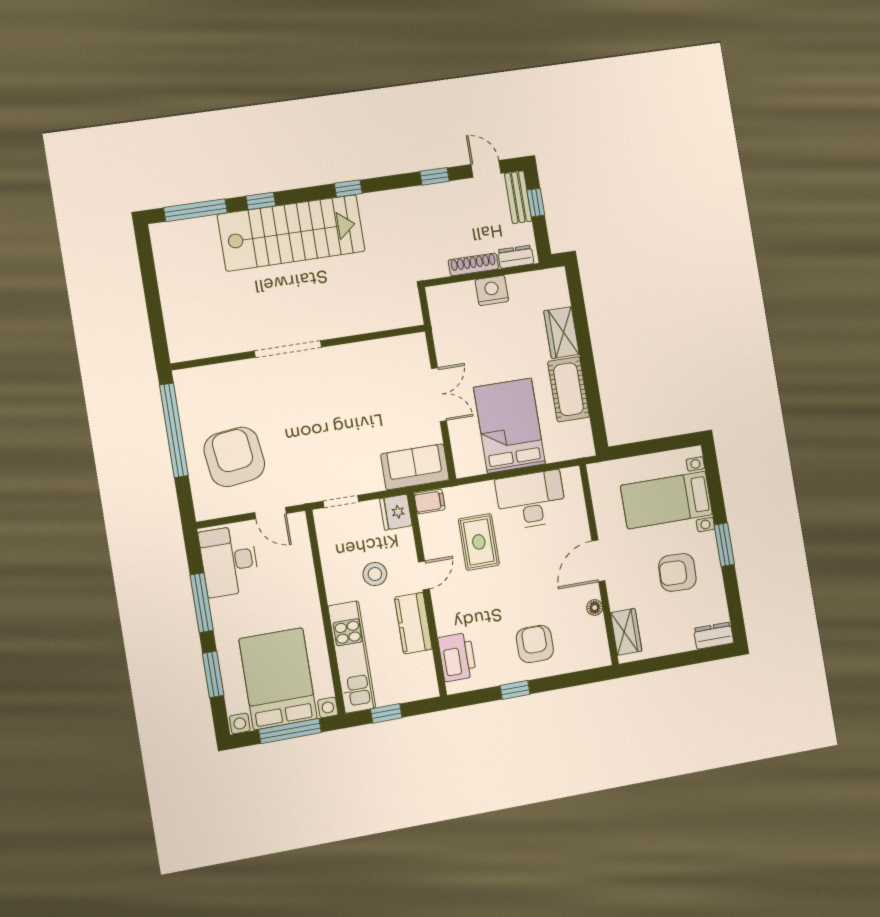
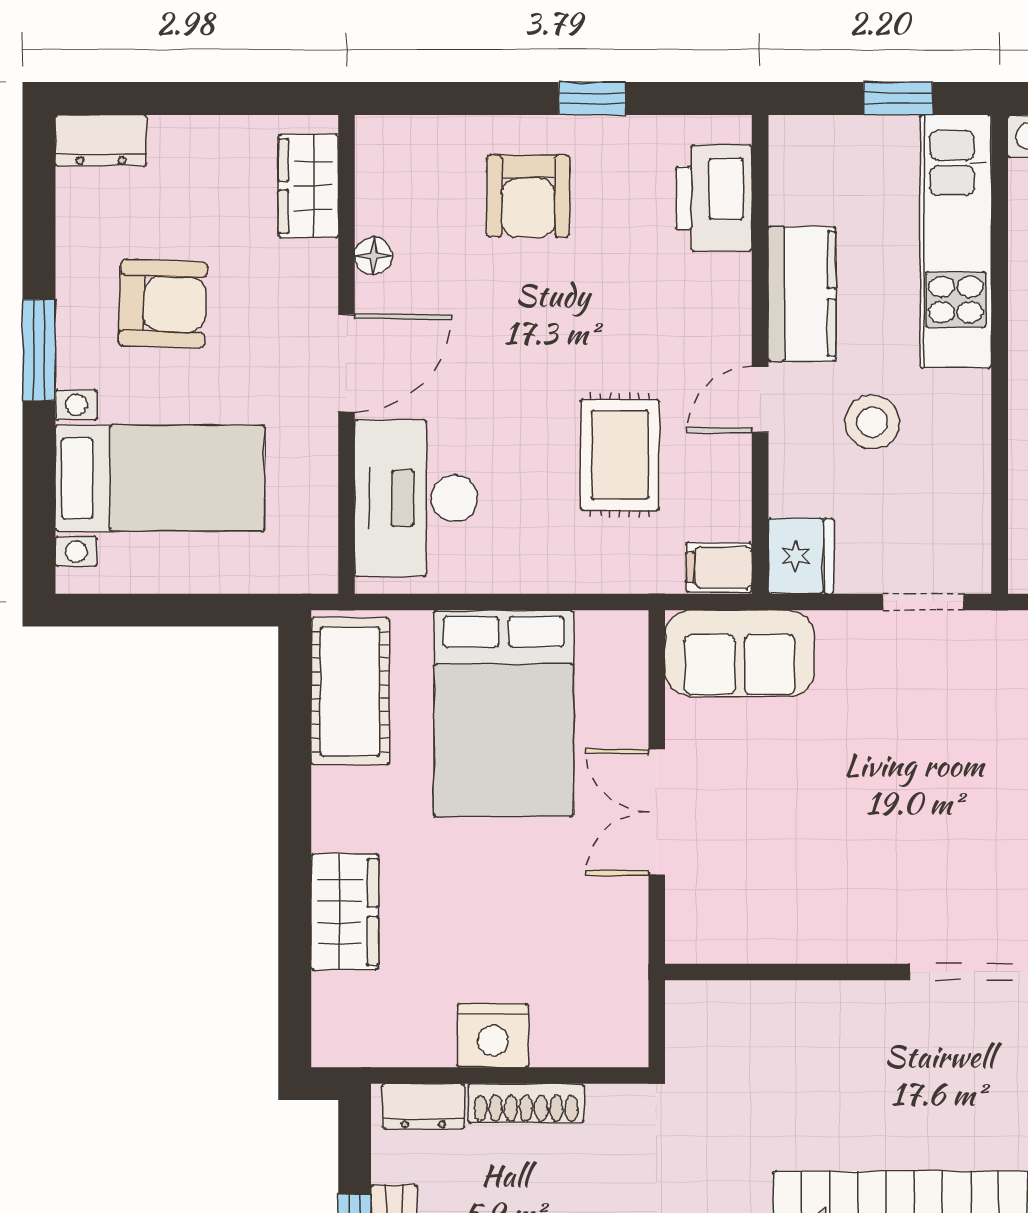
cot: (568, 389) -> (350, 691), moved
desk: (531, 500) -> (416, 498), moved, turned 90

